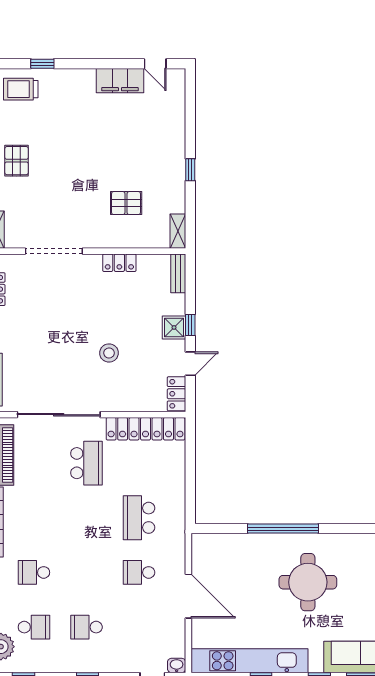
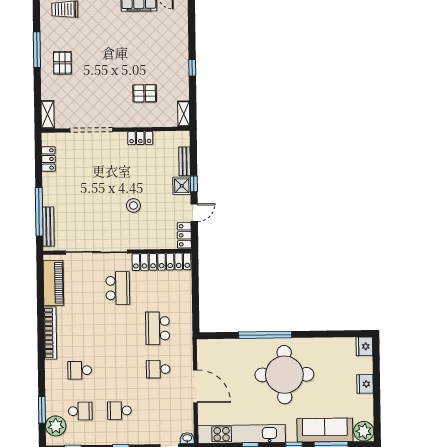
bench: (178, 273) -> (185, 161), moved
round table: (308, 582) -> (284, 375), width x1.36, depth x1.36

